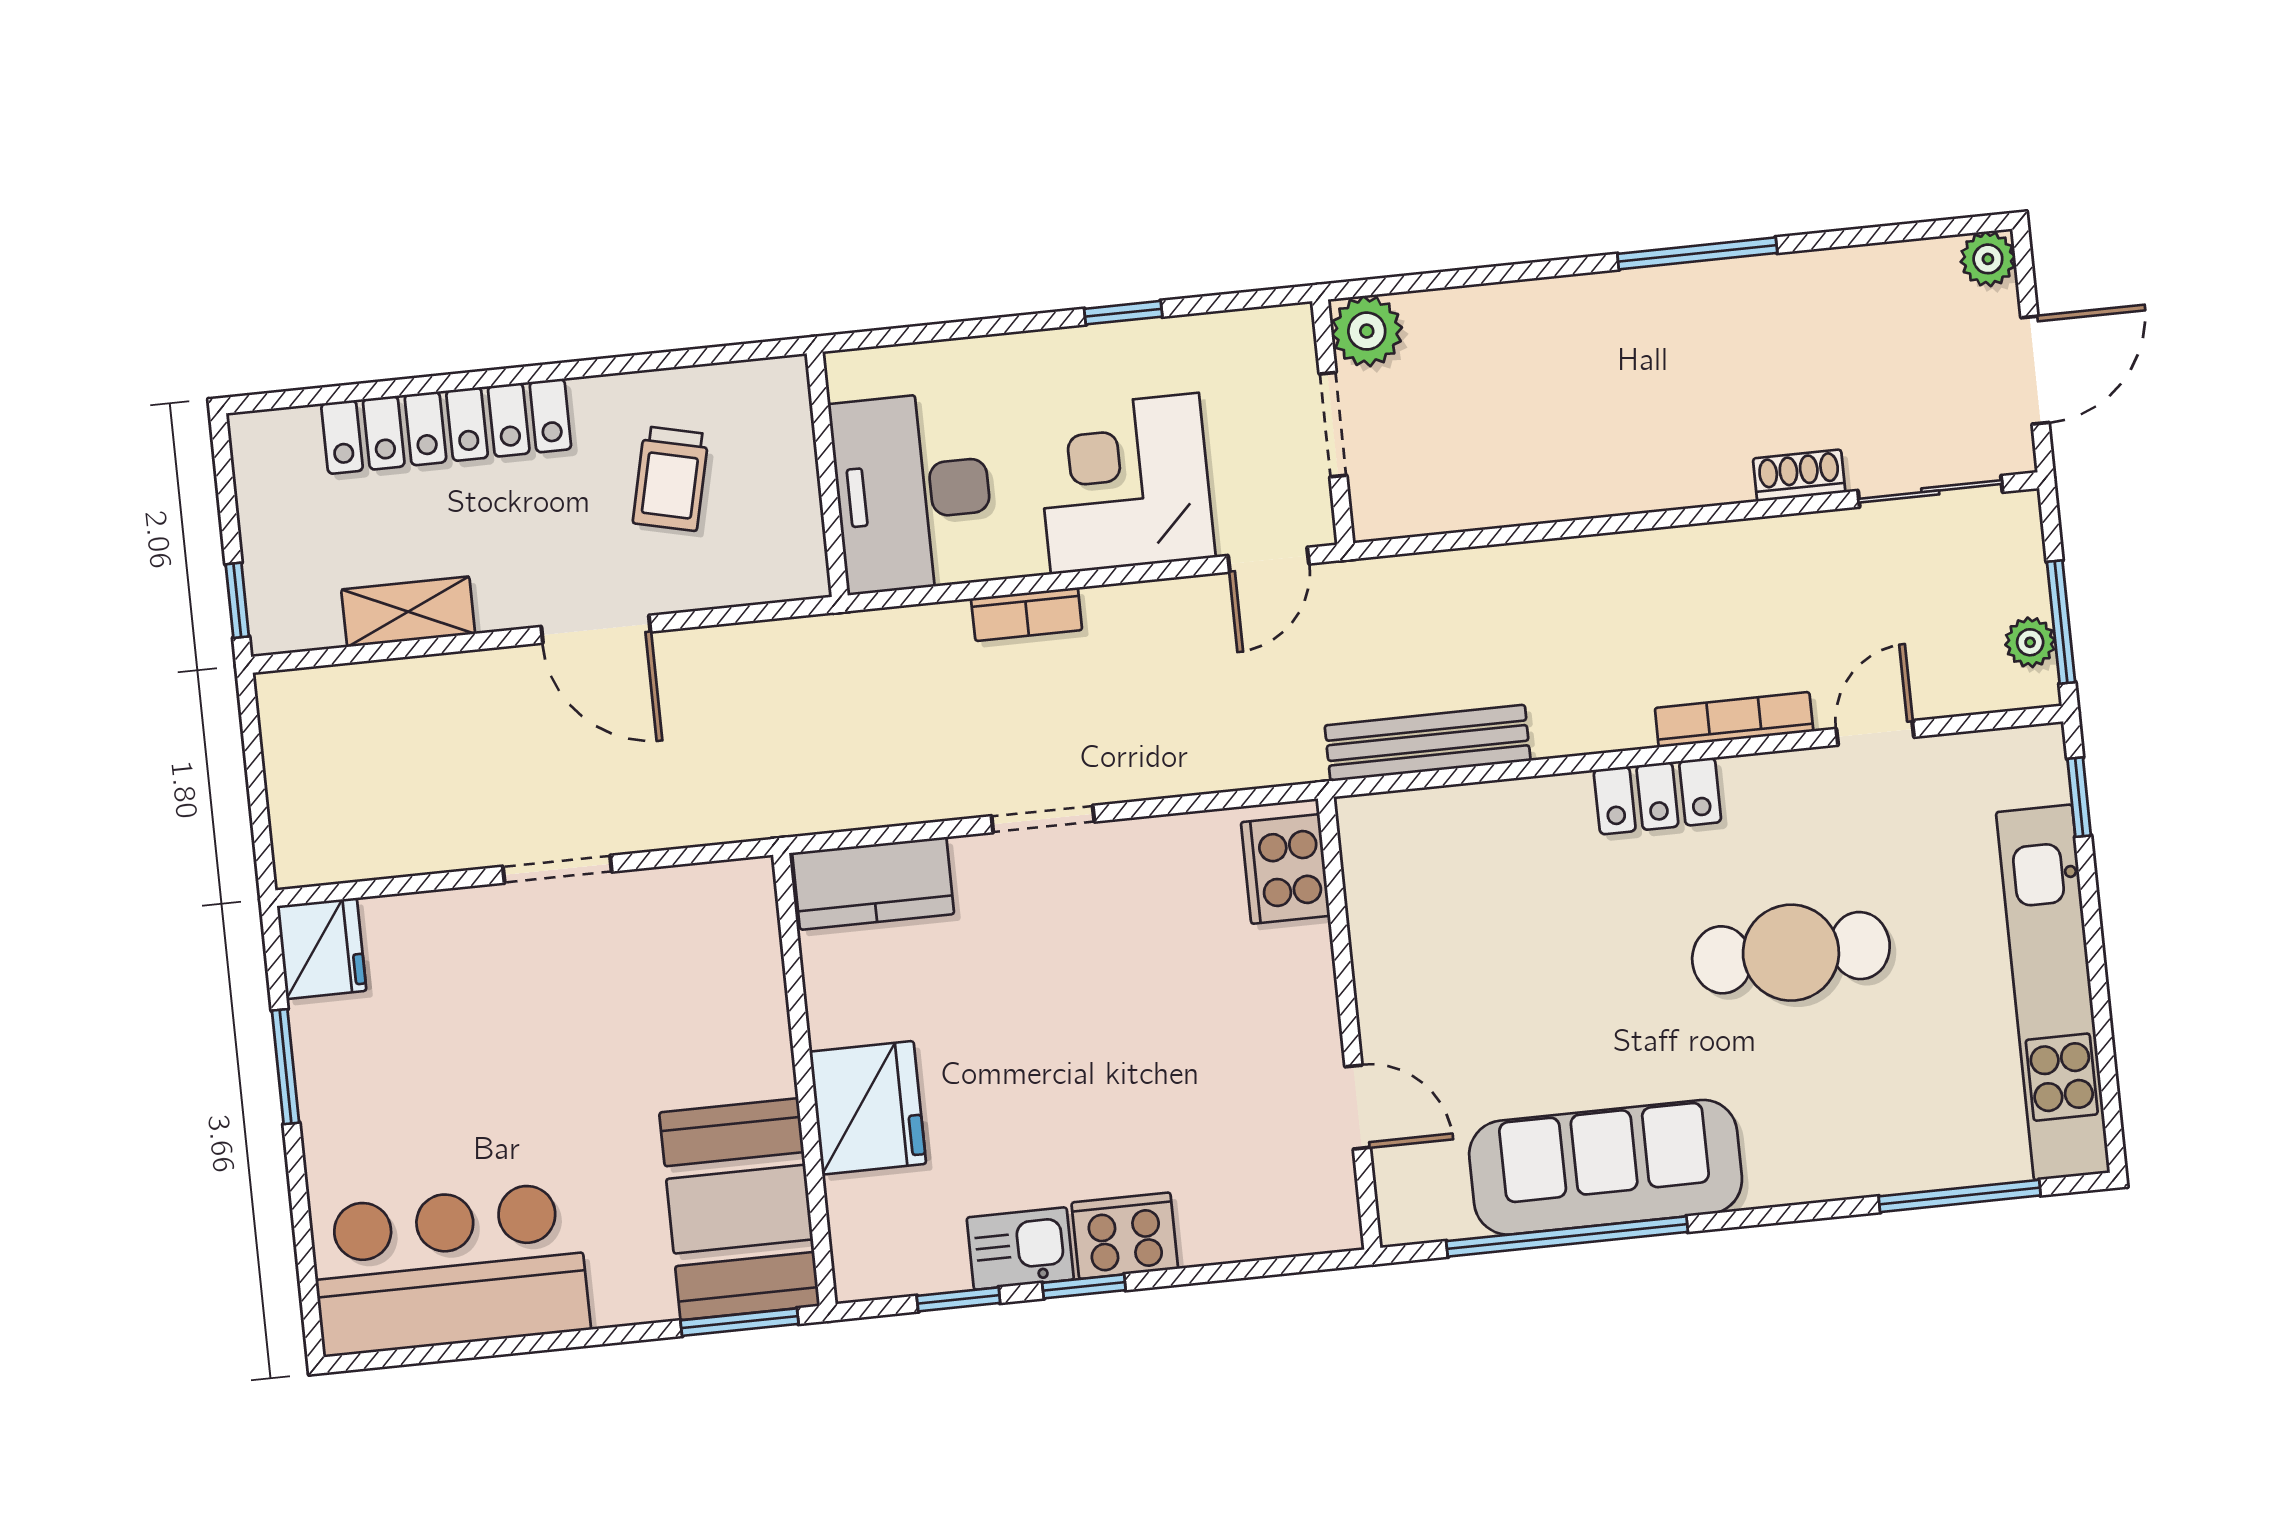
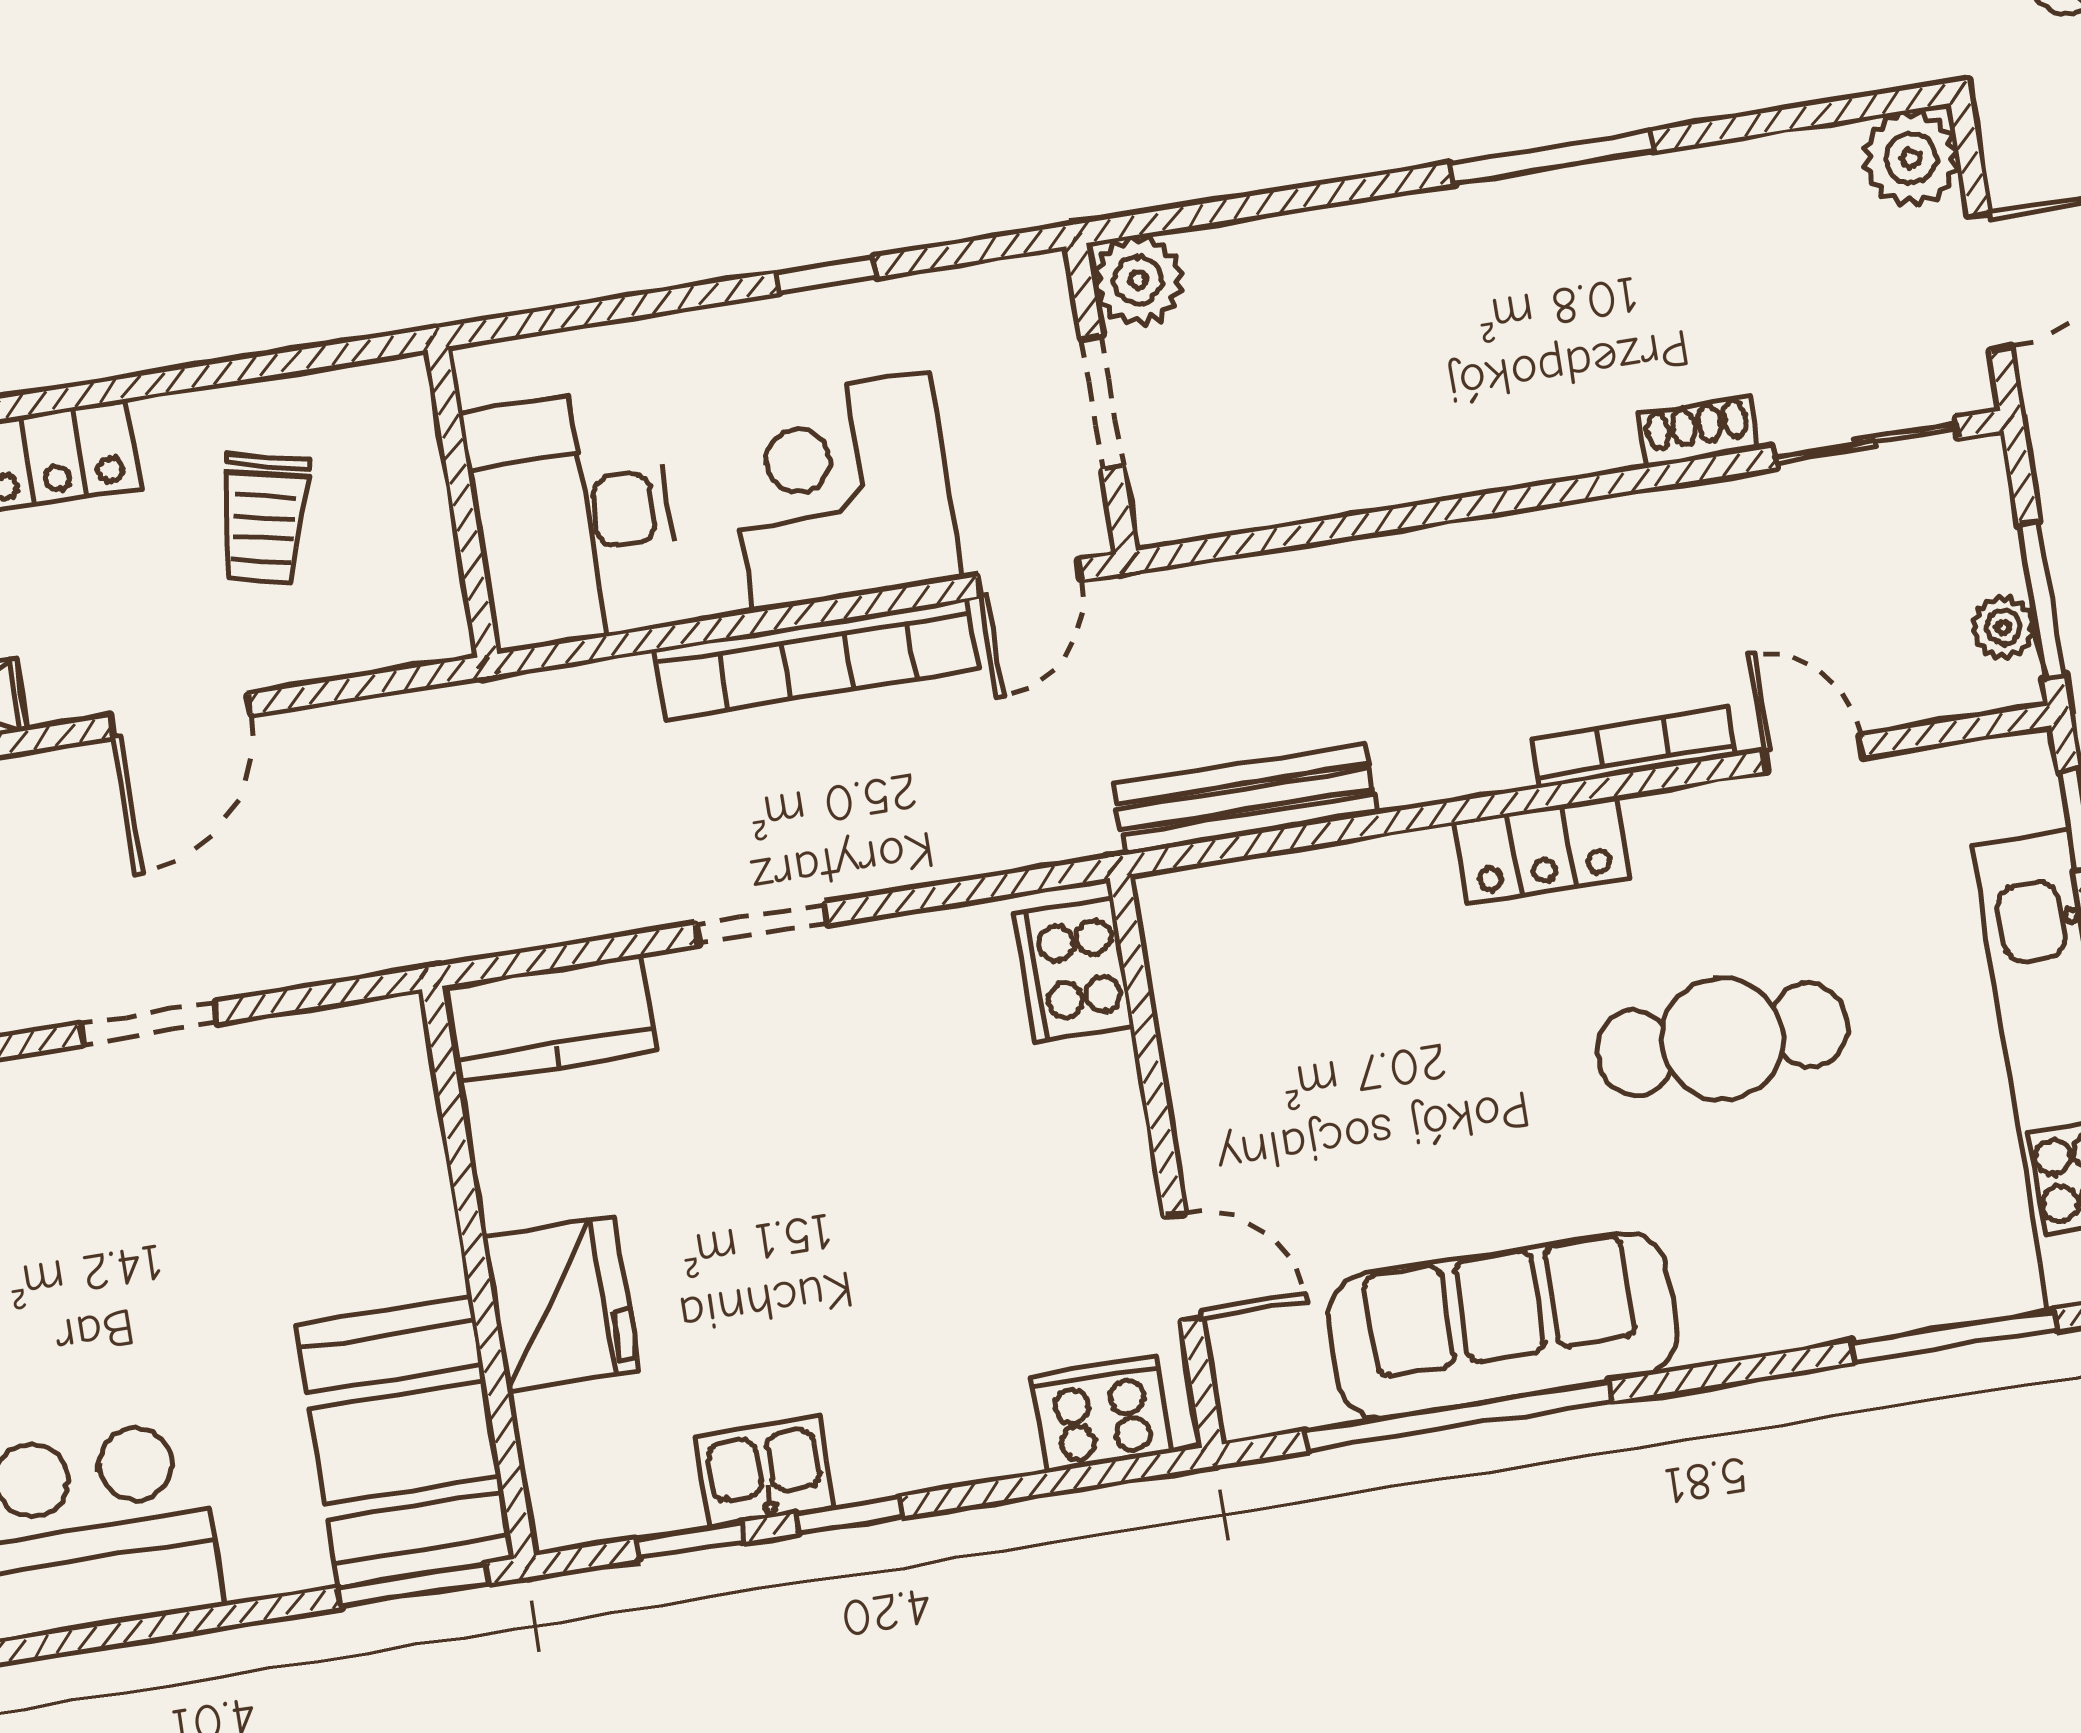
plant: (1988, 259) -> (1911, 158), width x1.38, depth x1.38
bookcase: (1027, 614) -> (816, 659), width x2.31, depth x1.31
door: (596, 629) -> (180, 716), hinge flipped
door: (1875, 733) -> (1813, 754), hinge flipped
cooker: (1125, 1236) -> (1102, 1414), moved

